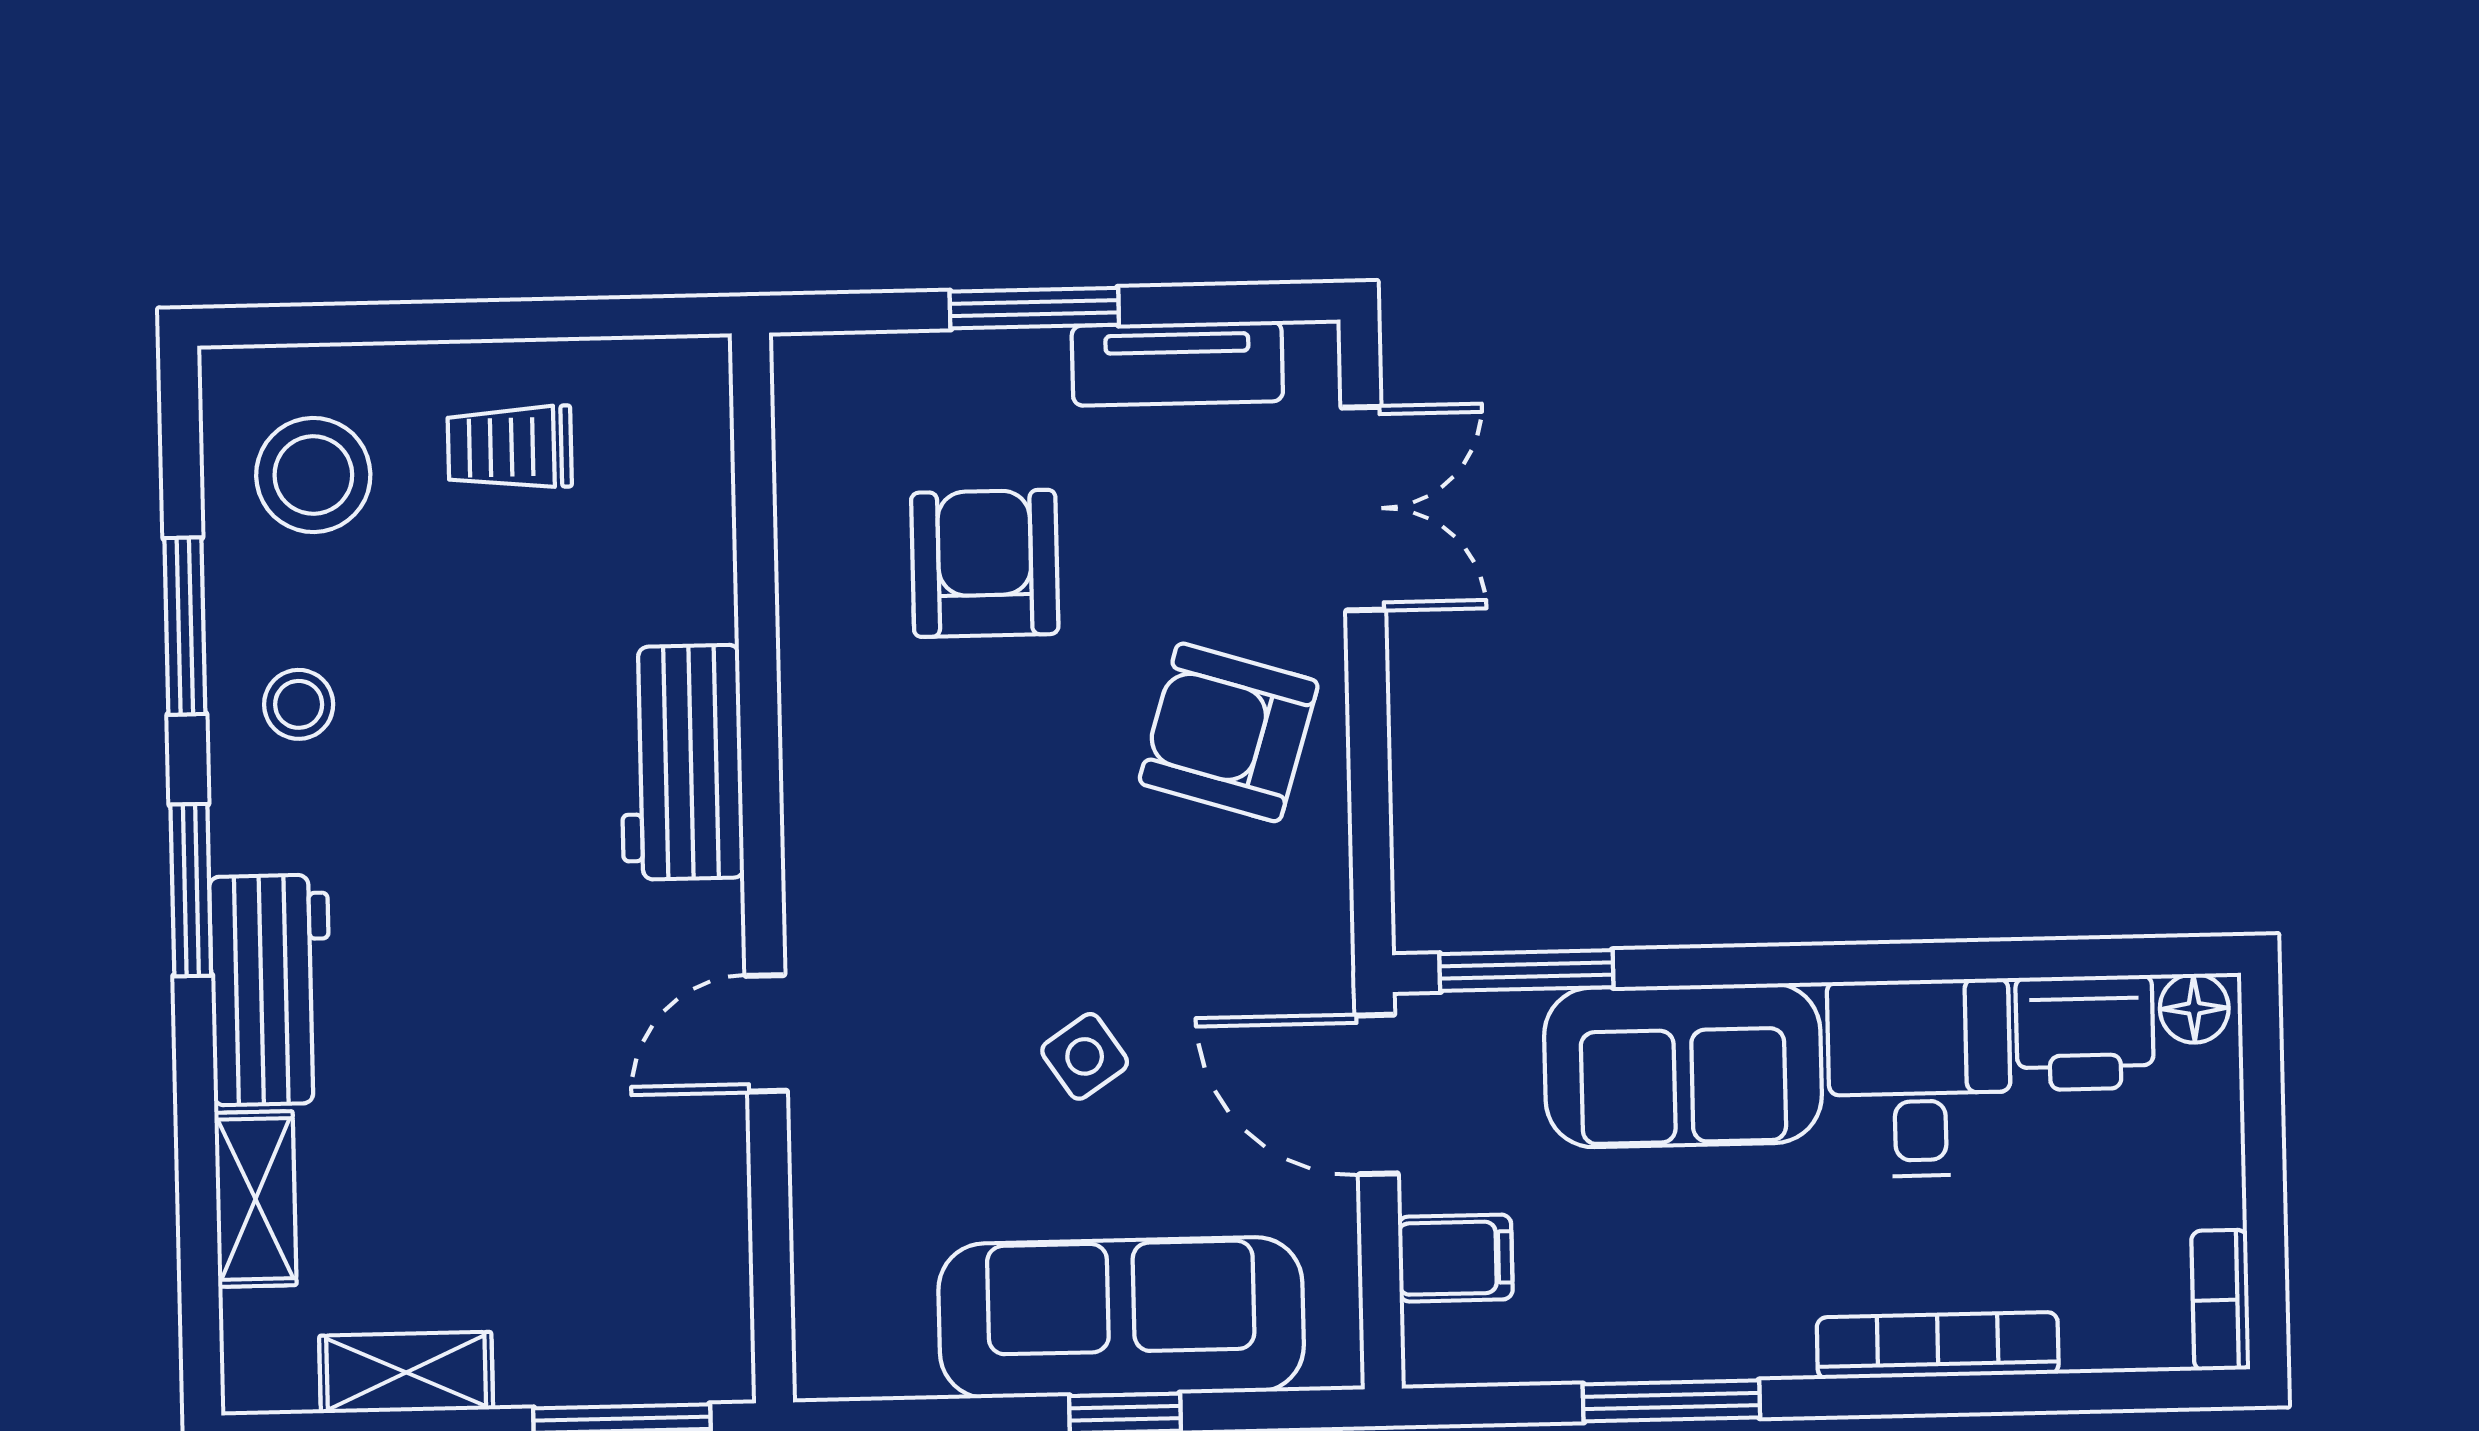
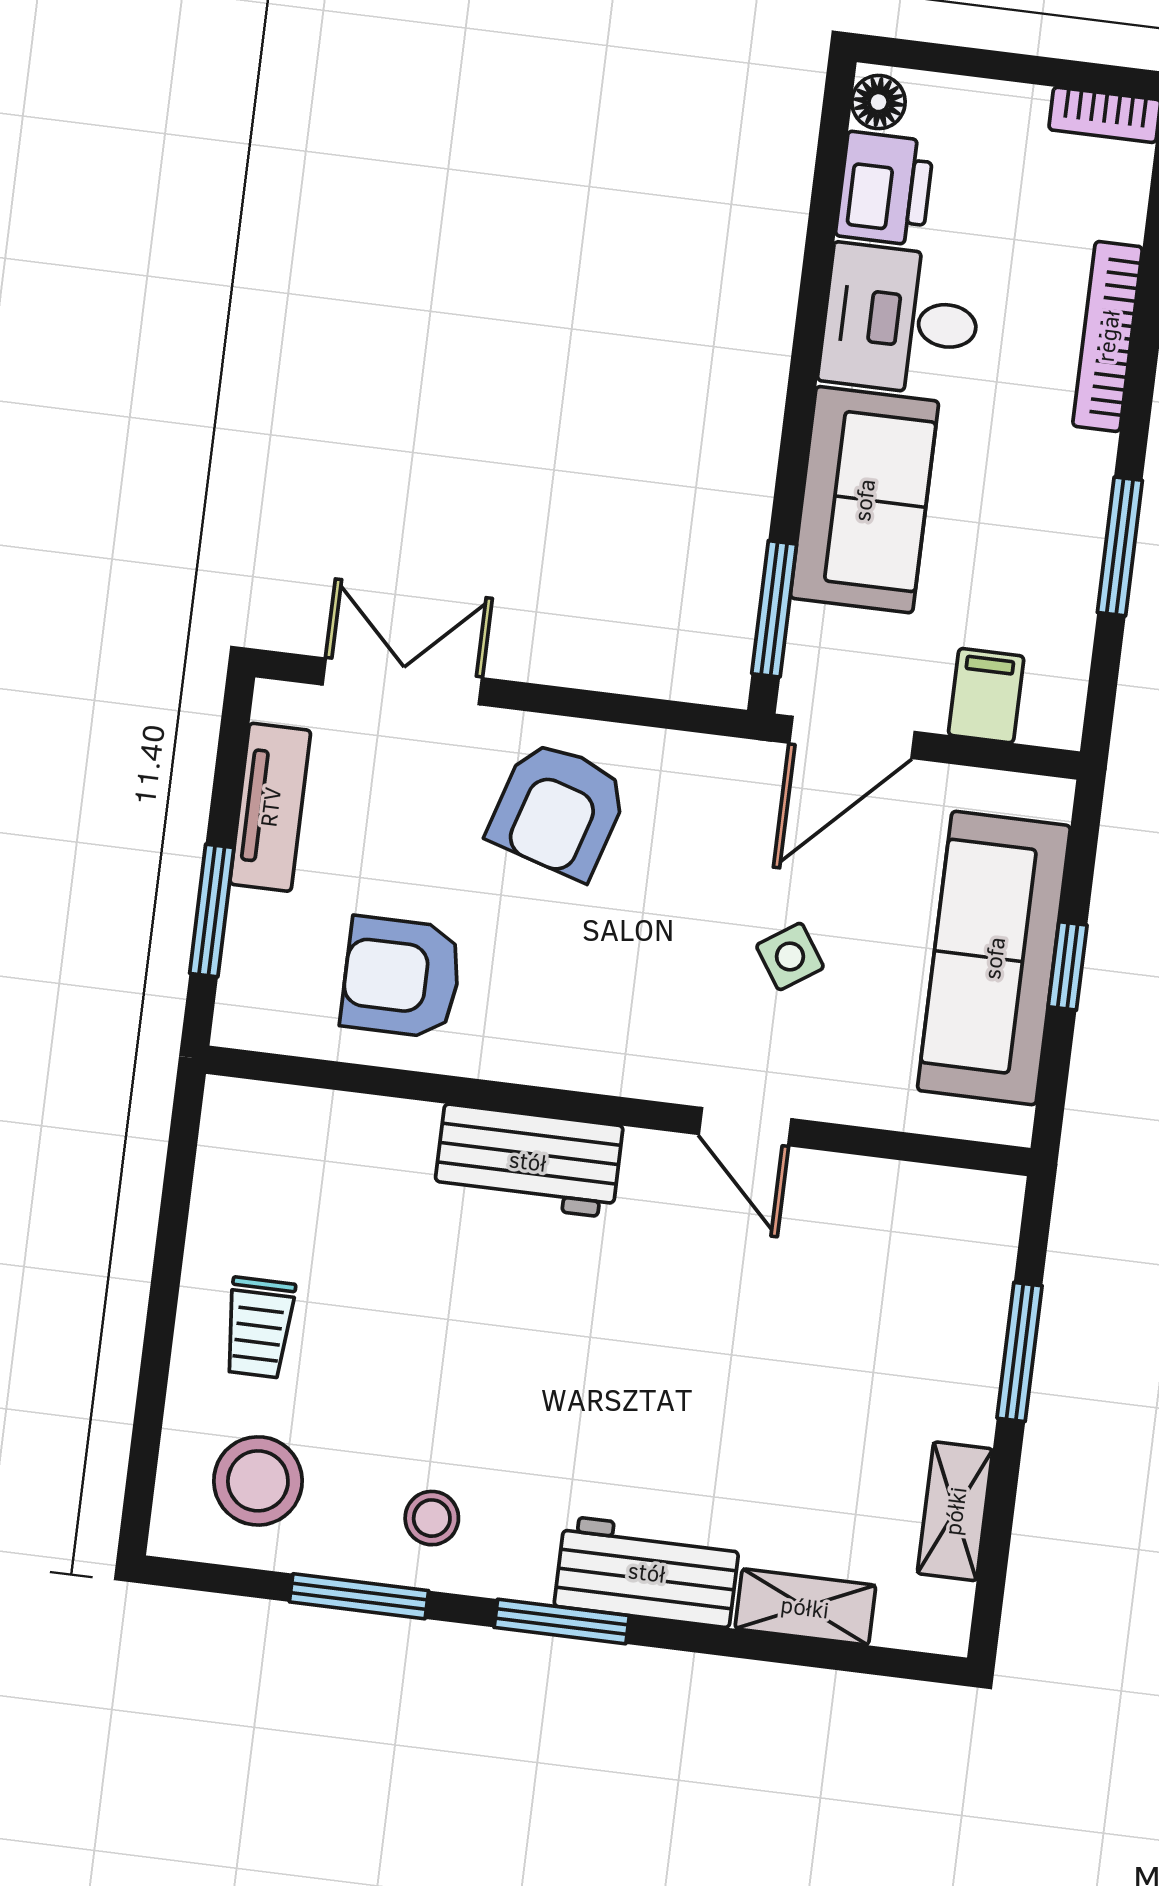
workbench: (681, 762) -> (528, 1161), moved
wall: (762, 868) -> (618, 1111), moved
door: (766, 1033) -> (745, 1127), moved

